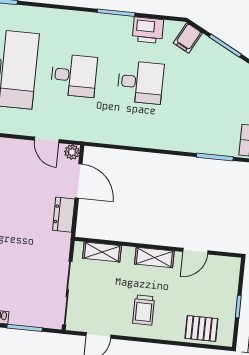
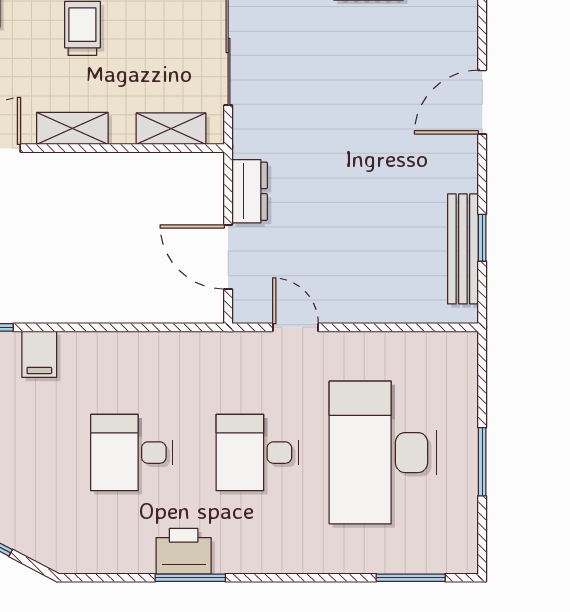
printer: (148, 30) -> (184, 551), moved
filing cabinet: (188, 38) -> (39, 354), moved, turned 152
plant: (72, 152) -> (246, 309), removed

